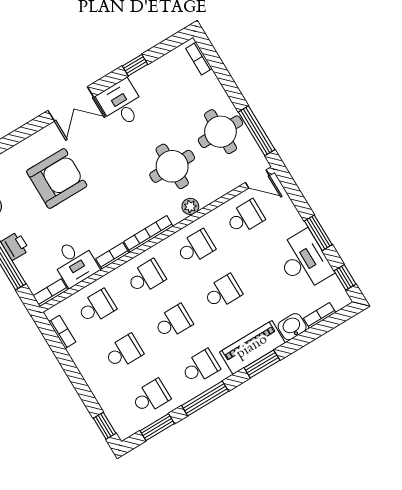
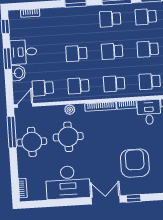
window: (135, 65) -> (134, 198), moved
desk: (121, 104) -> (68, 182), width x1.87, depth x1.30
armchair: (57, 179) -> (135, 163), turned 90
door: (257, 179) -> (25, 105), hinge flipped
desk: (304, 261) -> (23, 52), width x0.73
washbasin: (292, 327) -> (18, 73), moved, turned -90
piano: (252, 347) -> (76, 15), removed

